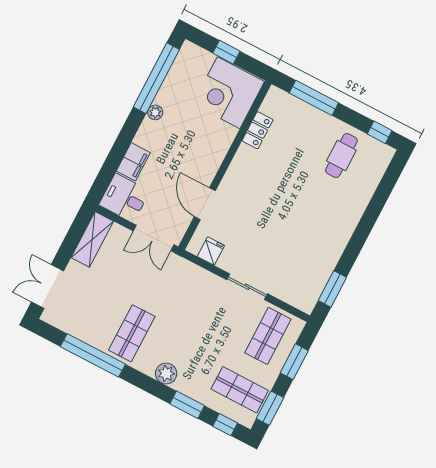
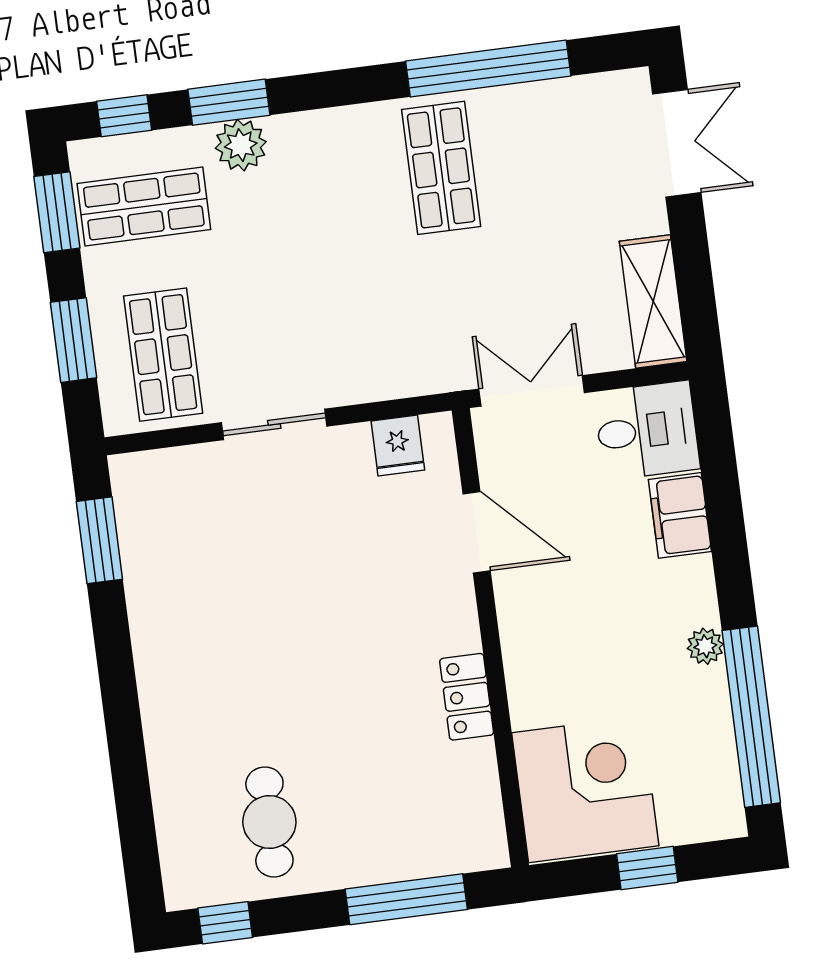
locker: (258, 130) -> (467, 697), moved
plant: (166, 374) -> (241, 145), moved

